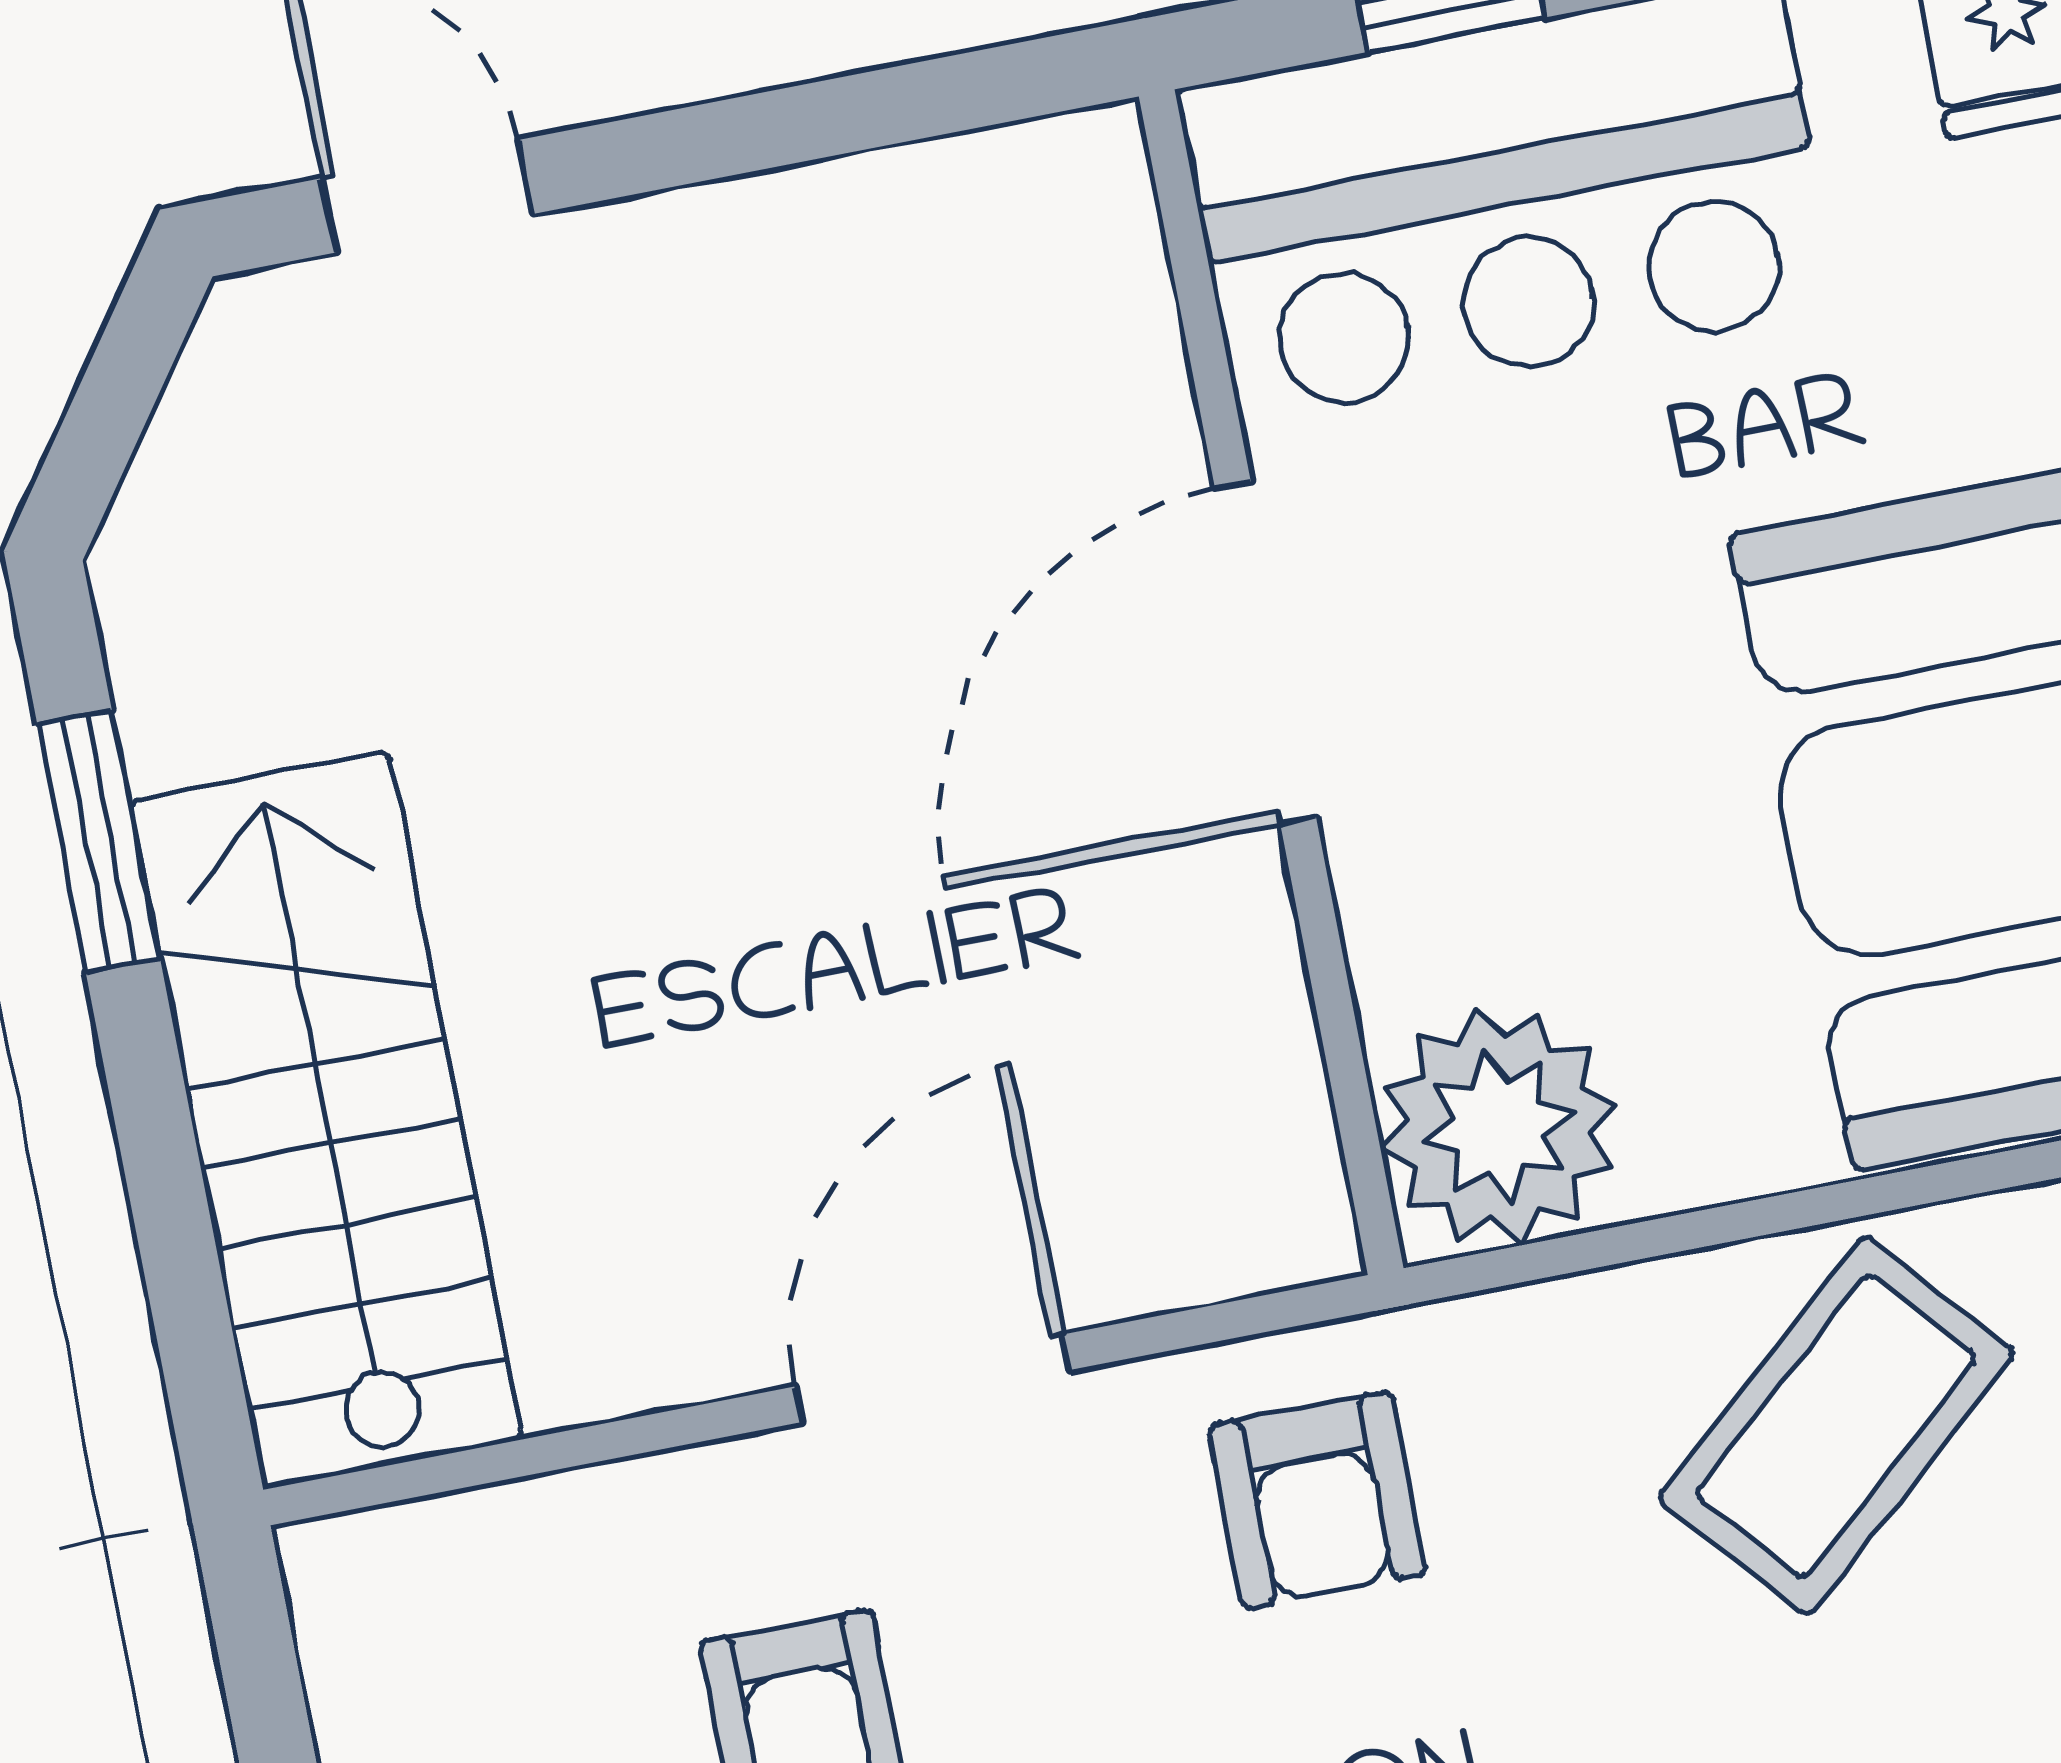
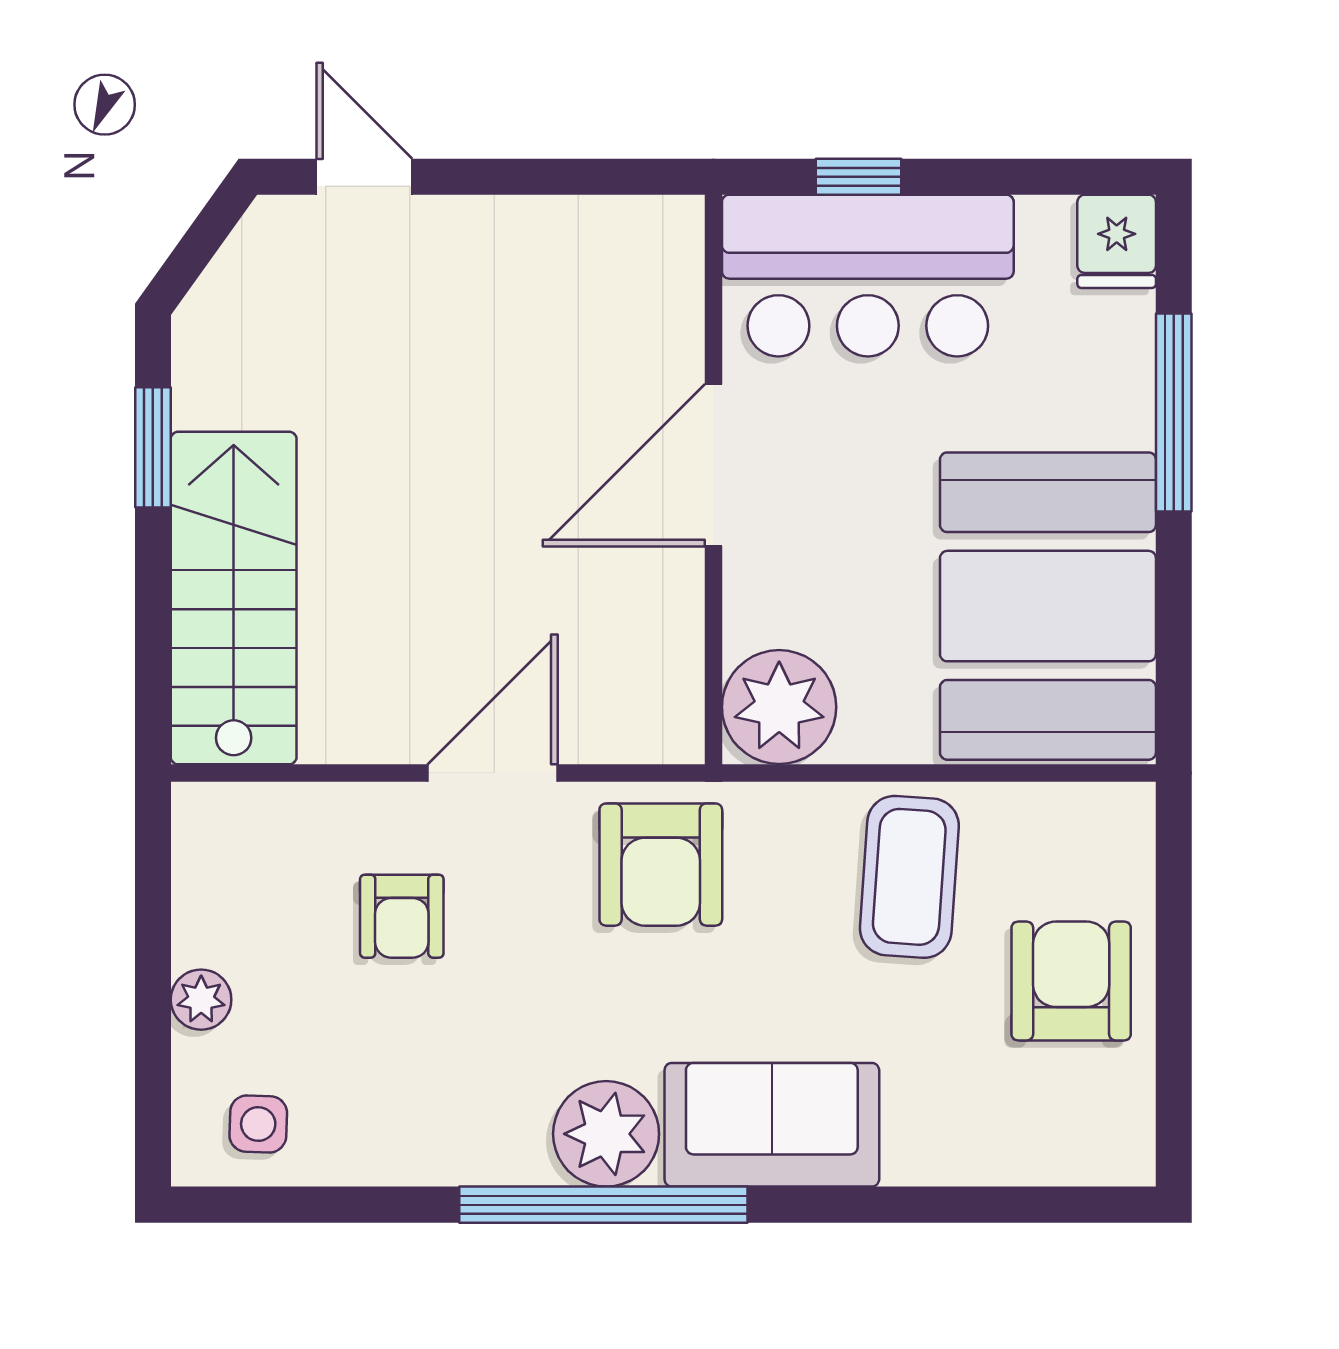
coffee table: (1836, 1426) -> (909, 877), turned -45
armchair: (1317, 1500) -> (661, 865), width x1.38, depth x1.38

